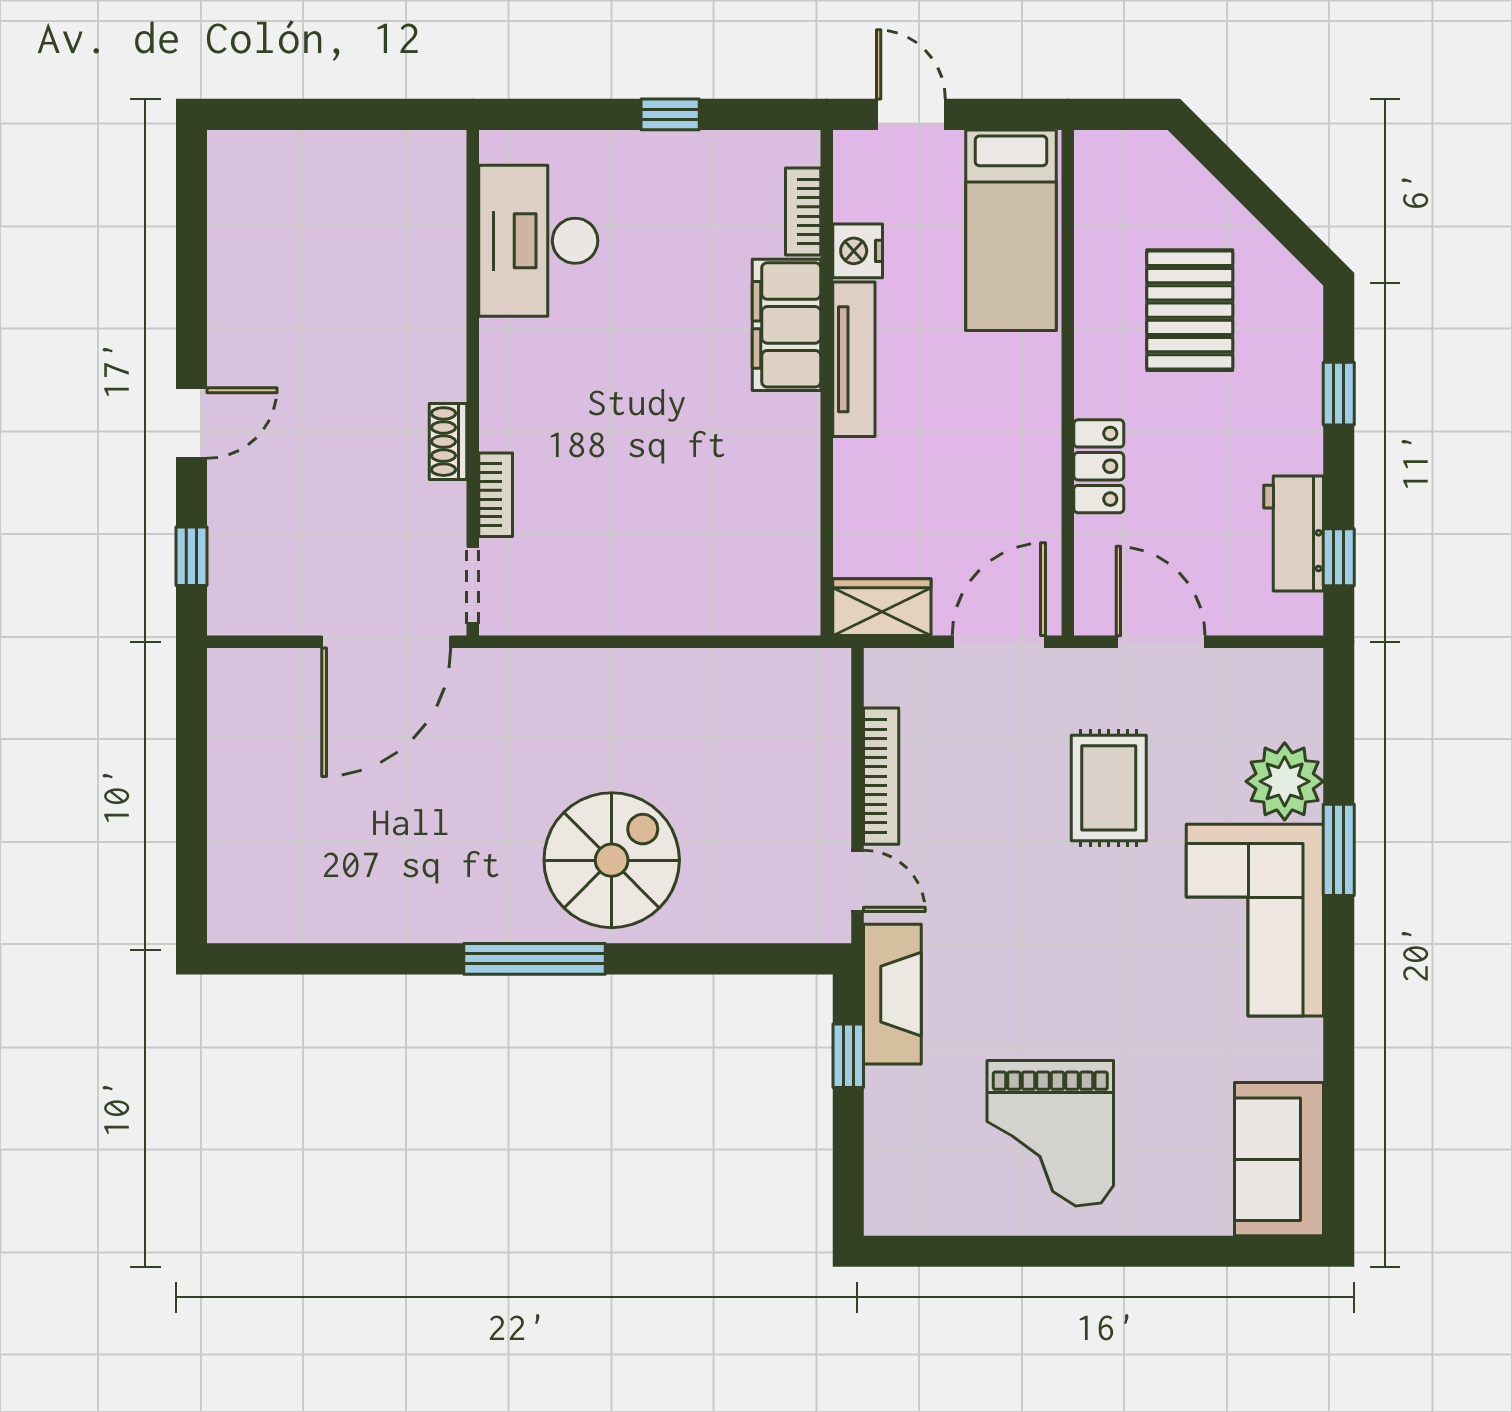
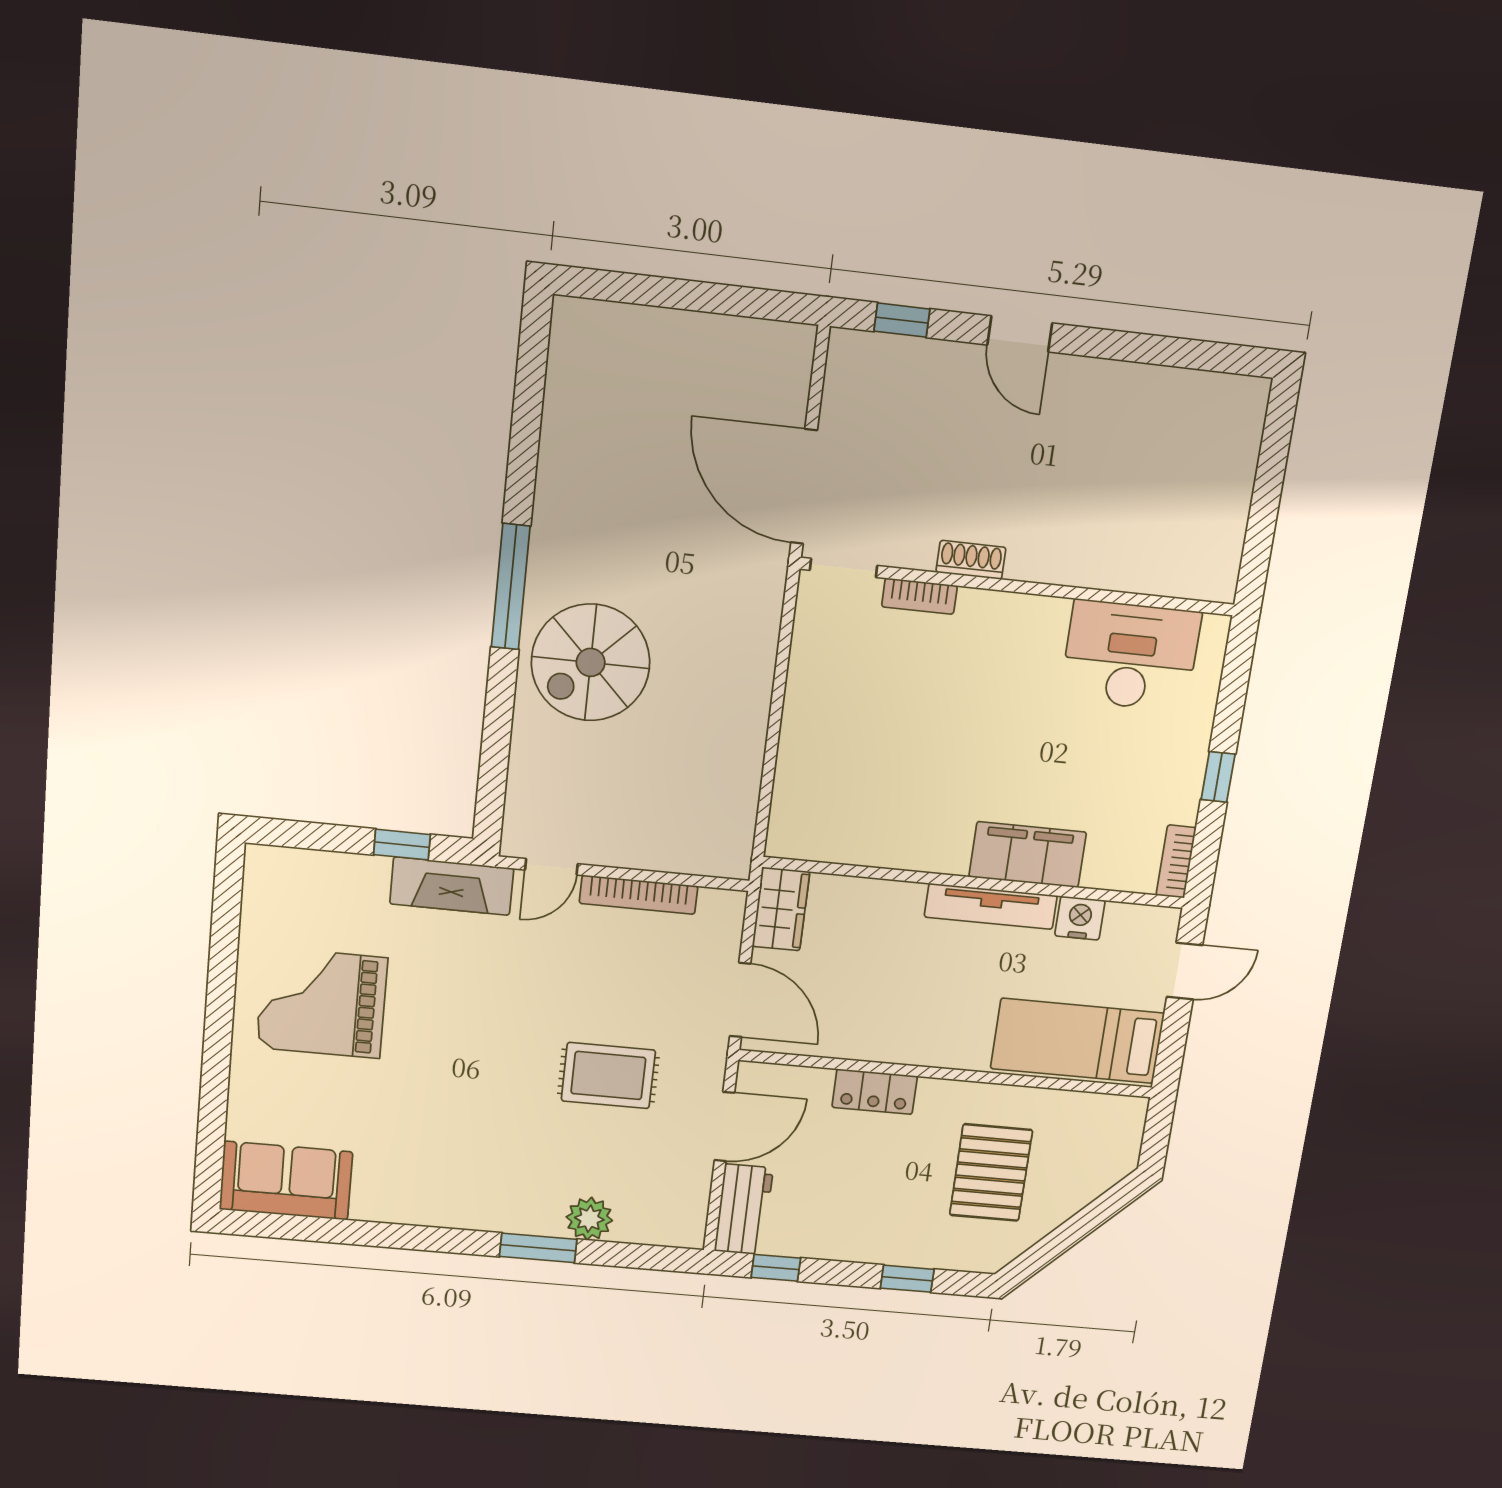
bookcase: (803, 212) -> (1176, 861), moved, turned -90
pallet: (1190, 310) -> (991, 1173), turned 90
workbench: (1294, 533) -> (744, 1209), moved, turned 90
plant: (1285, 781) -> (589, 1219), width x0.73, depth x0.73
spiral stairs: (612, 860) -> (591, 662), turned 90
corner sofa: (1255, 920) -> (487, 1179), removed

